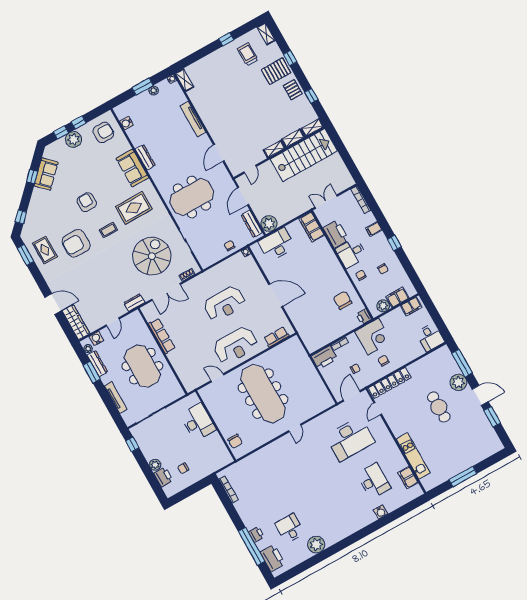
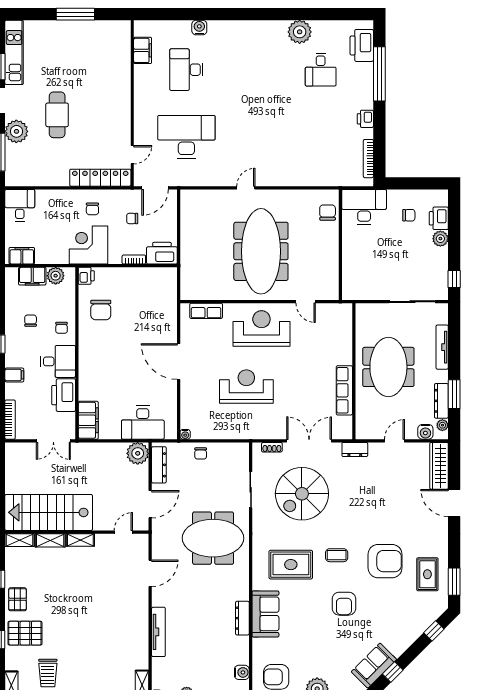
desk: (198, 422) -> (364, 207), moved, turned 90
kitchen unit: (413, 456) -> (14, 52), moved, turned 180
printer: (256, 534) -> (365, 119), moved

